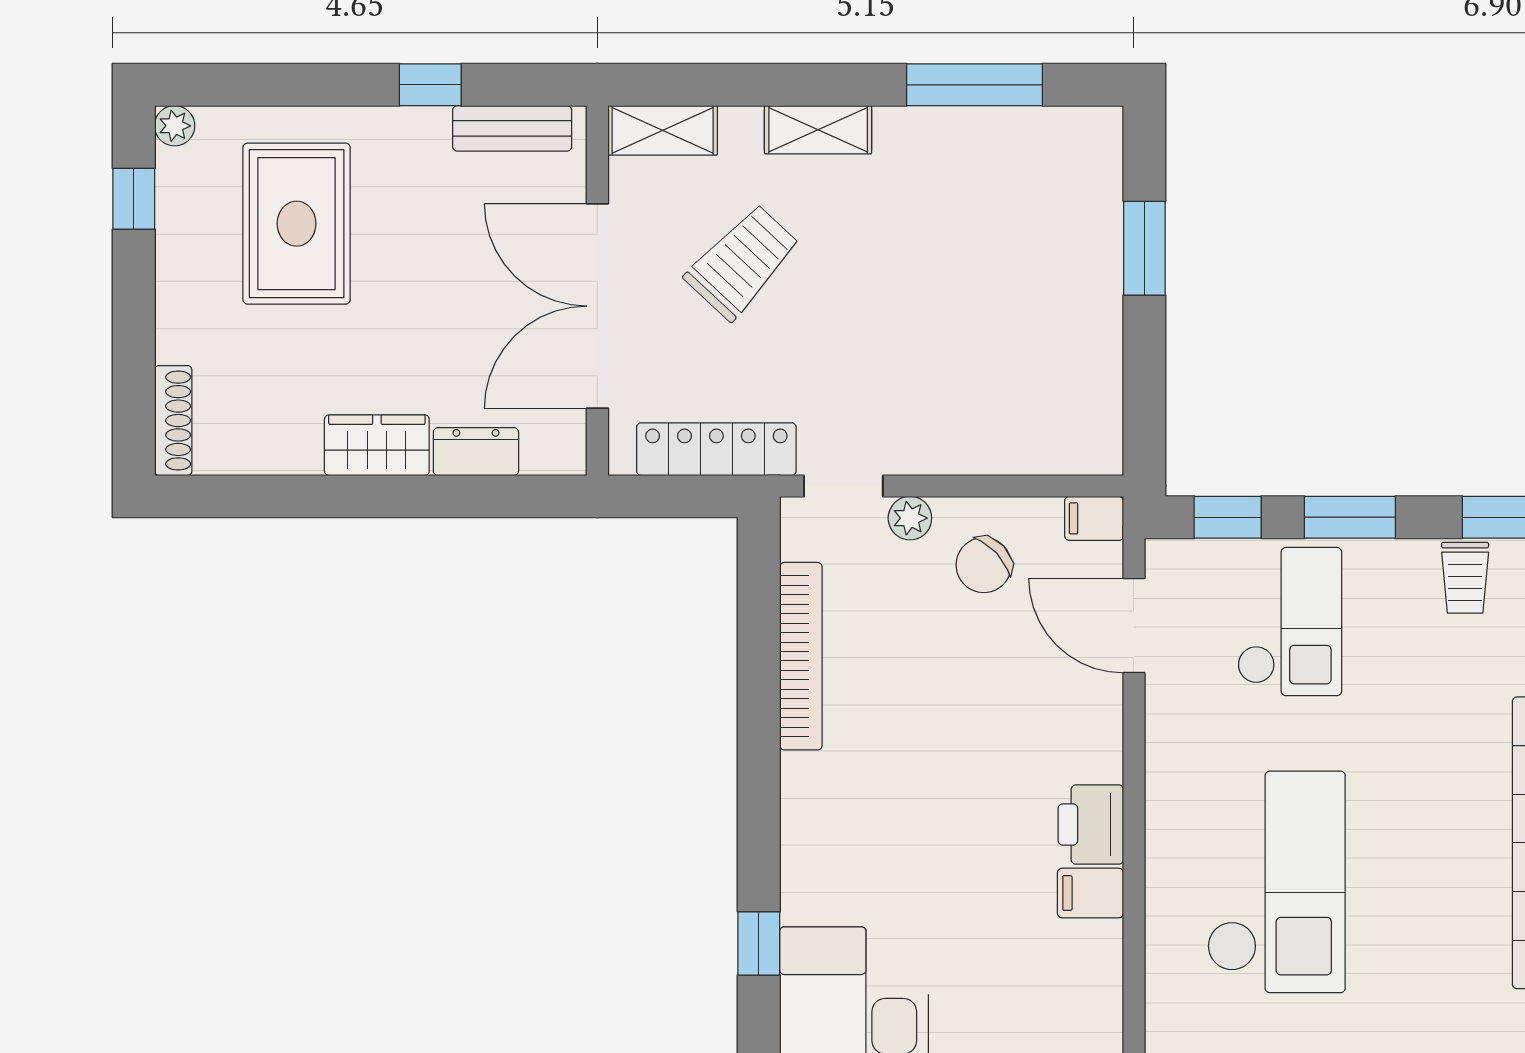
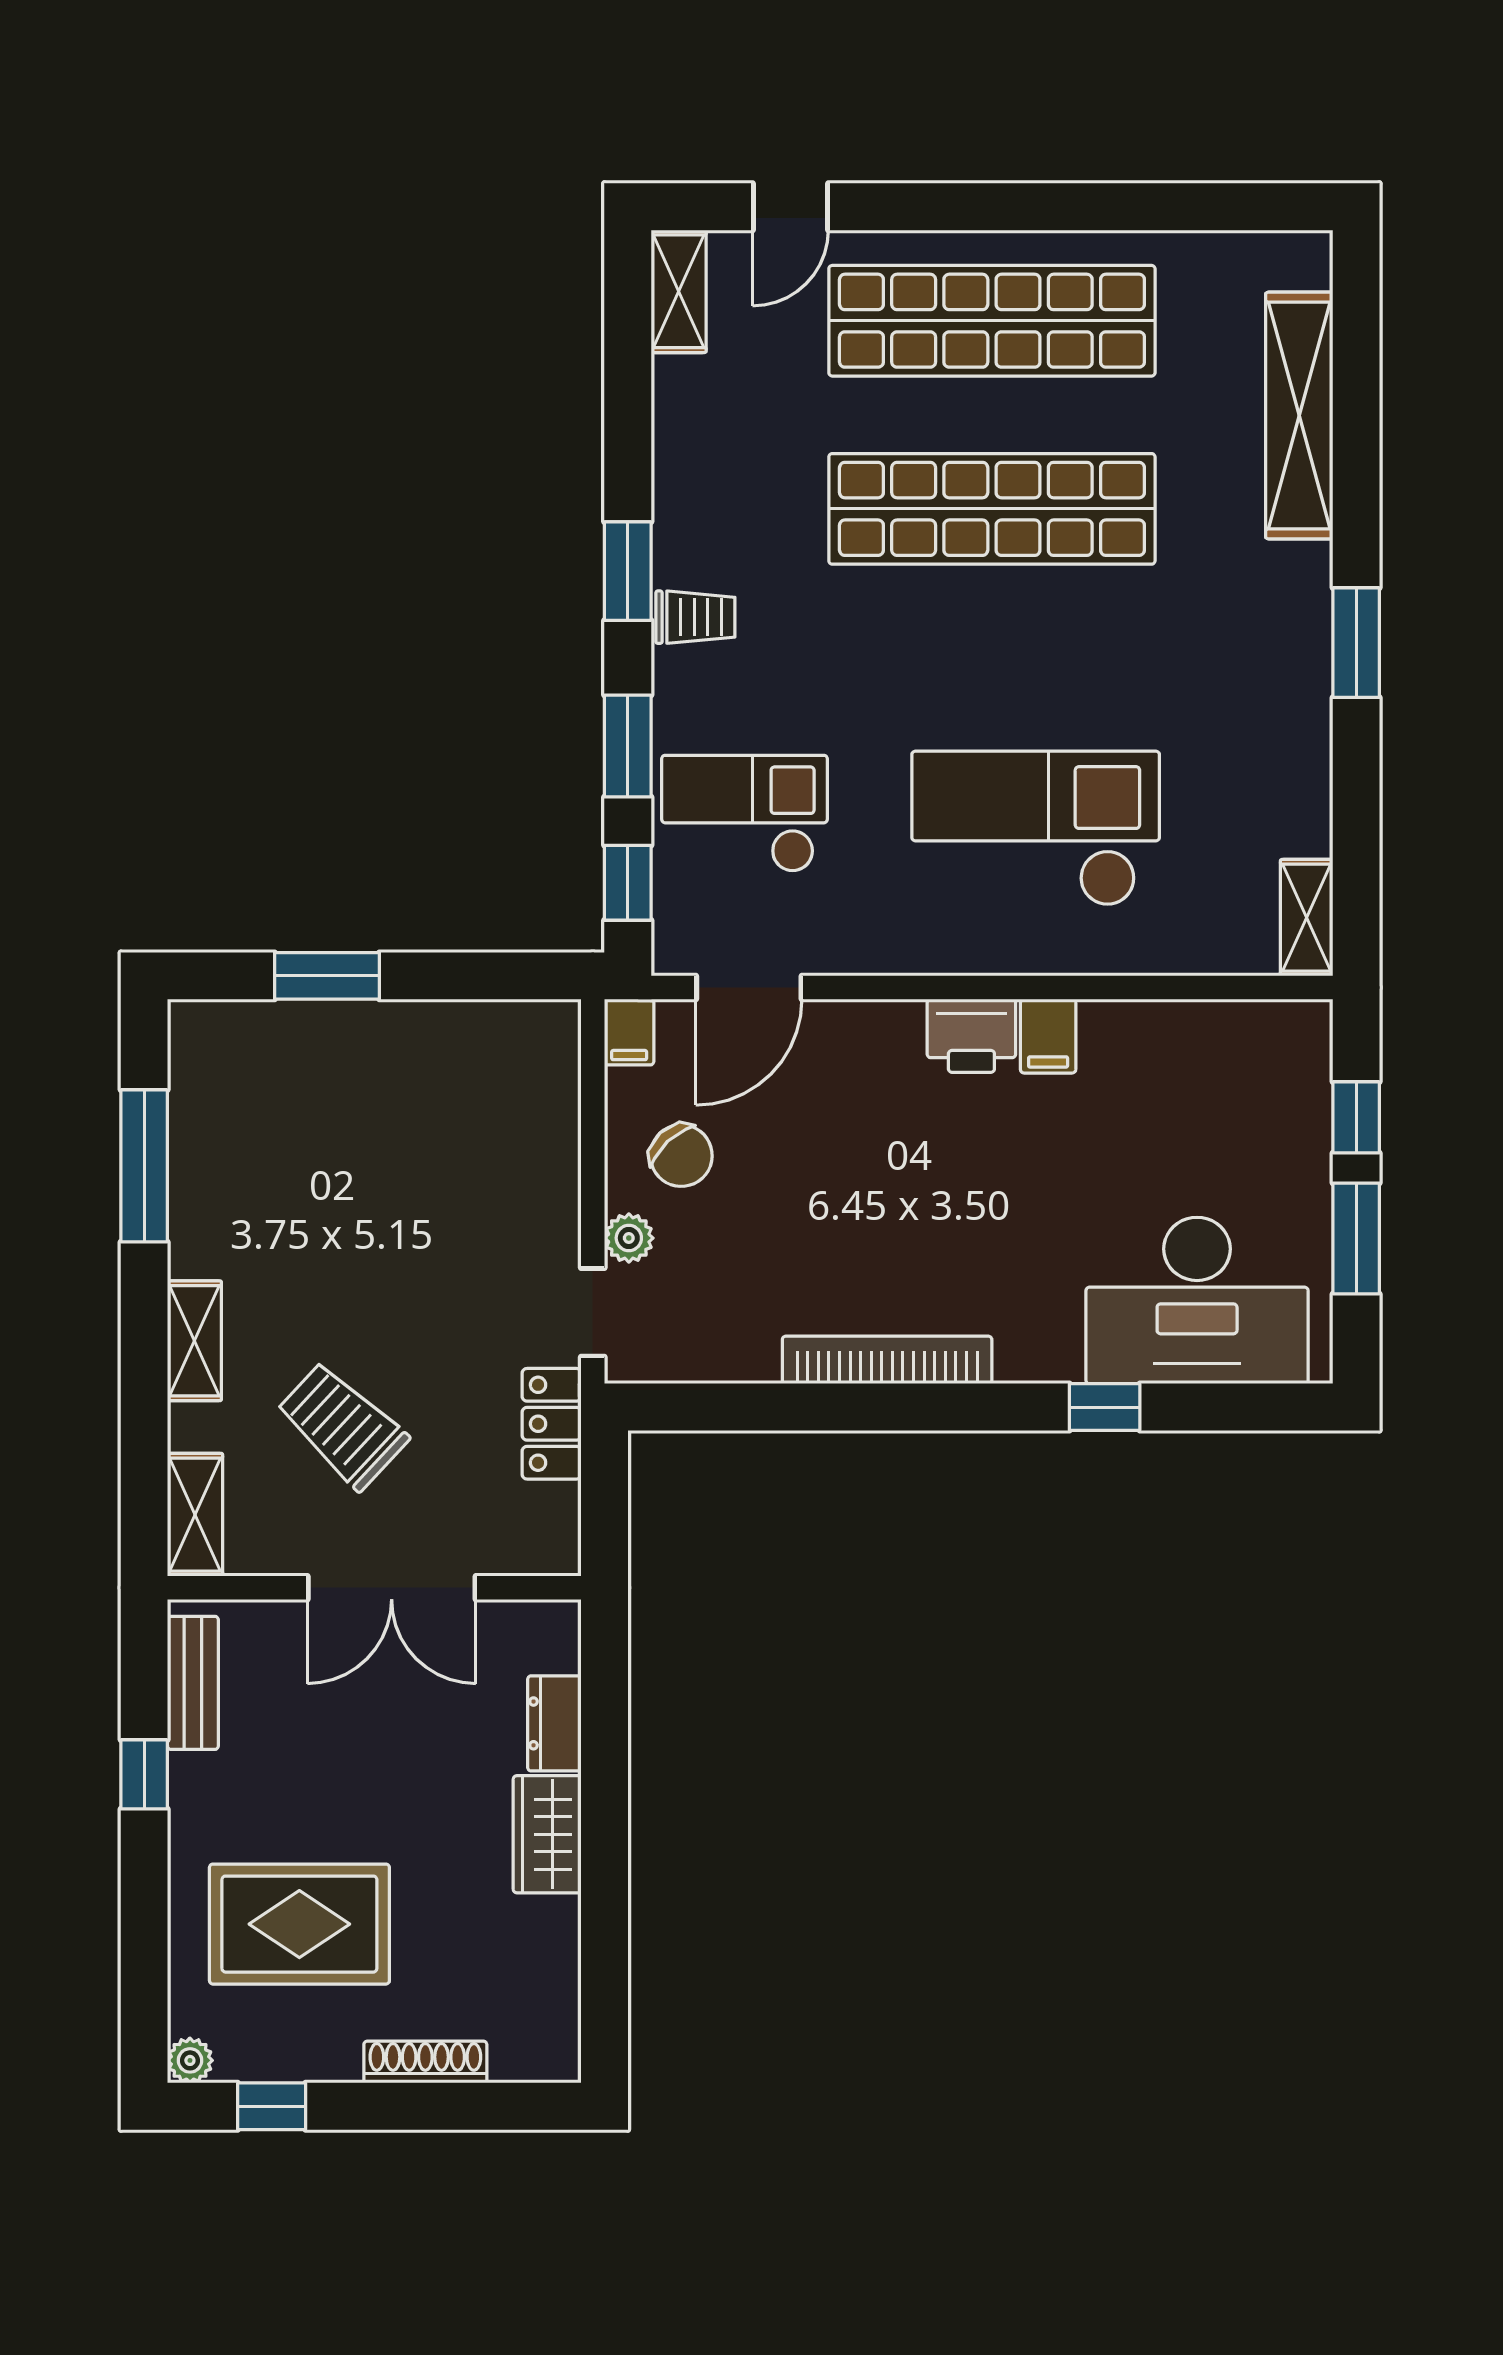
double door: (597, 306) -> (392, 1588), width x0.73
shoe rack: (173, 421) -> (425, 2062), moved
locker: (716, 449) -> (552, 1424), width x0.66
bookcase: (801, 656) -> (887, 1360), moved

